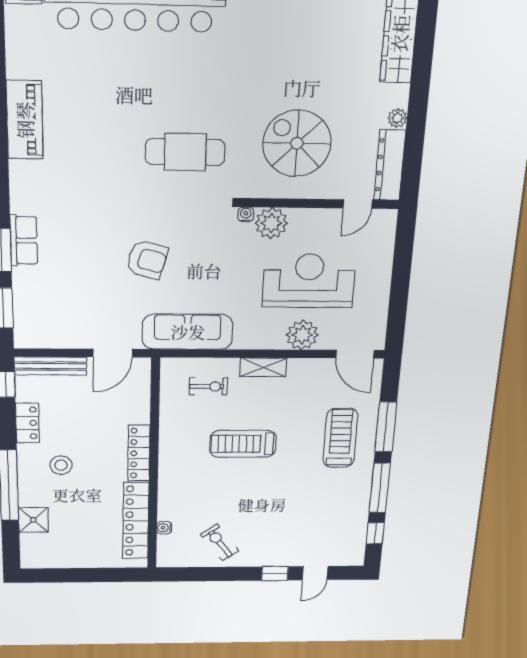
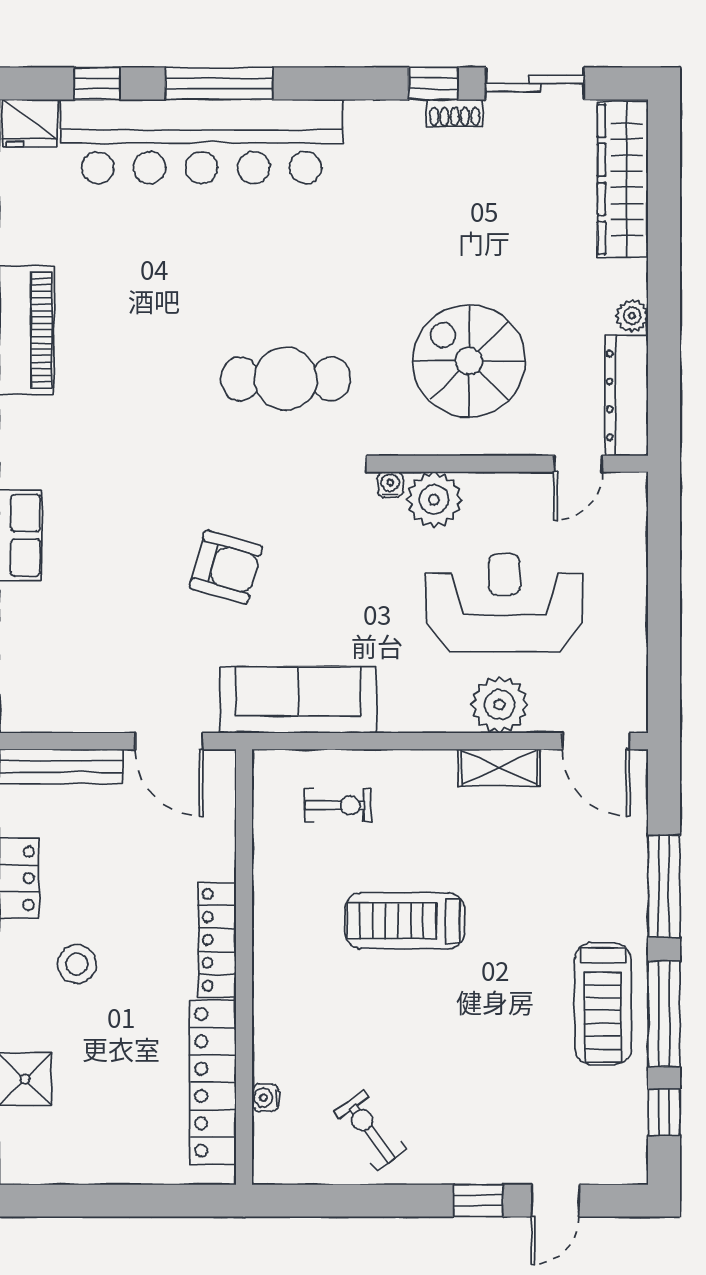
door: (113, 353) -> (169, 741), hinge flipped
shelving: (263, 367) -> (499, 767), moved
treadmill: (340, 438) -> (603, 1004), moved, turned 180

